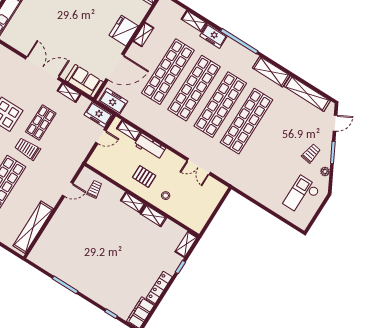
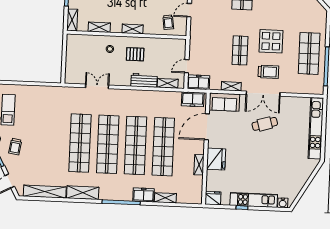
cafe table: (57, 38) -> (265, 124), added
trolley: (28, 149) -> (268, 72), moved
shelving: (153, 216) -> (99, 27), moved

